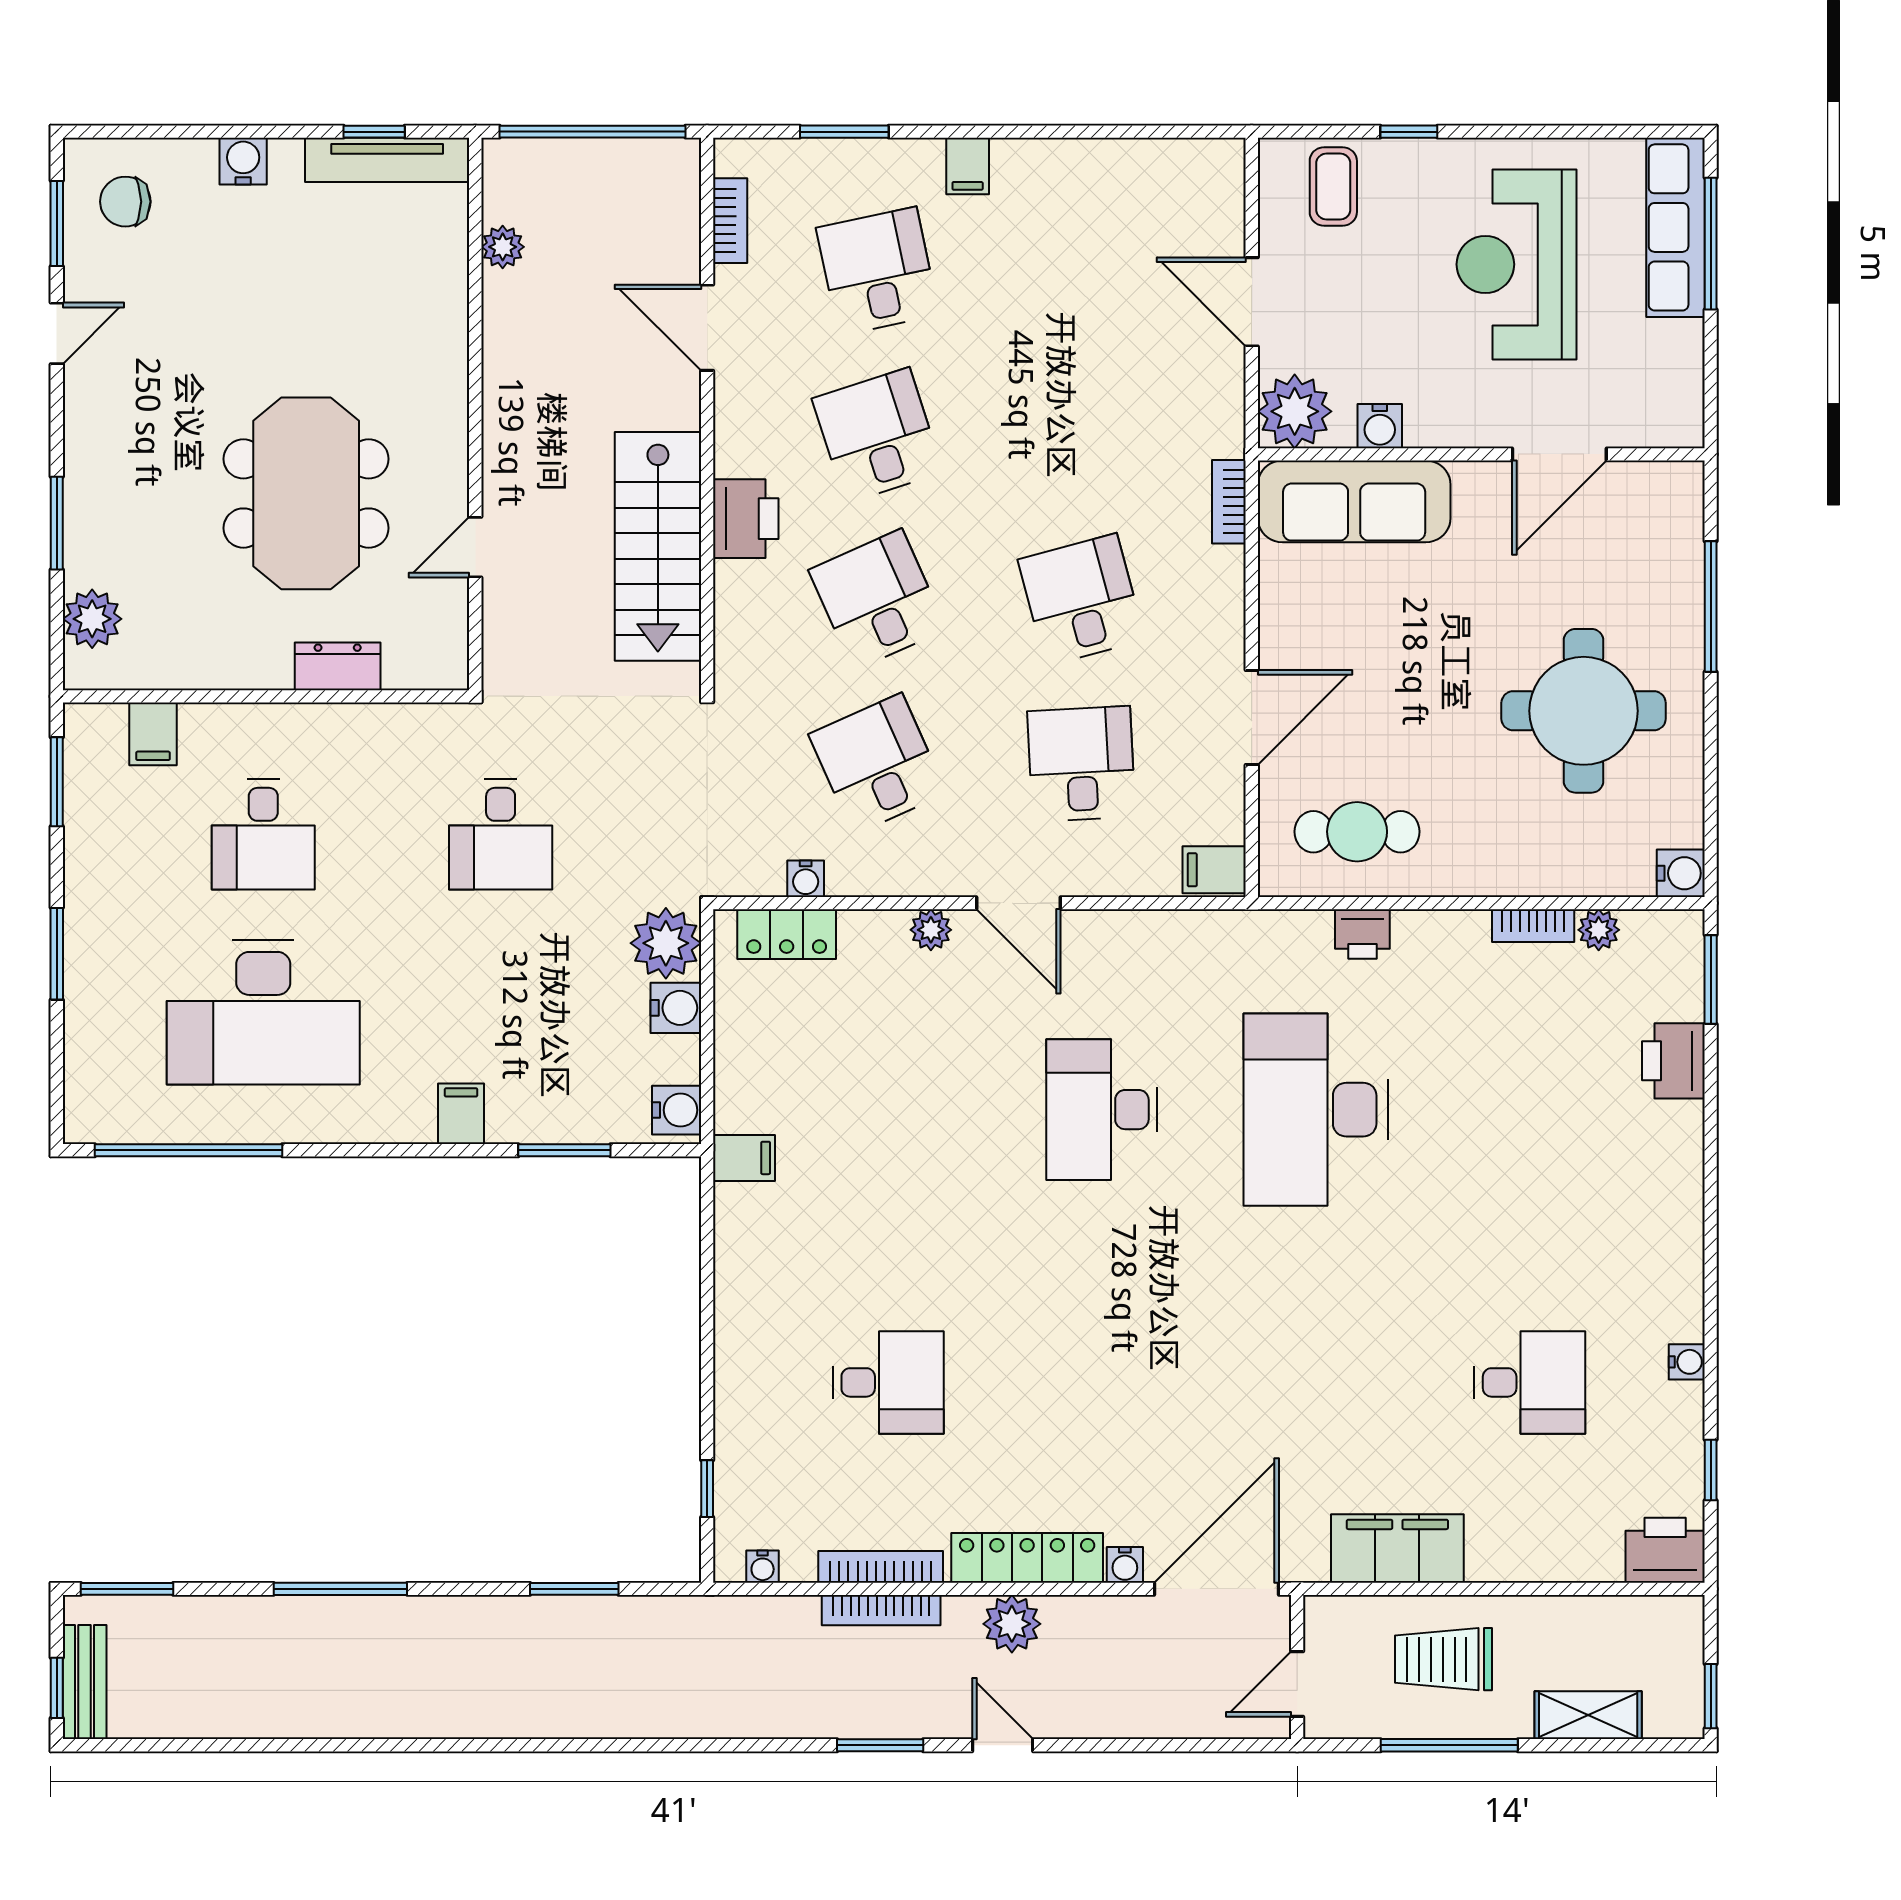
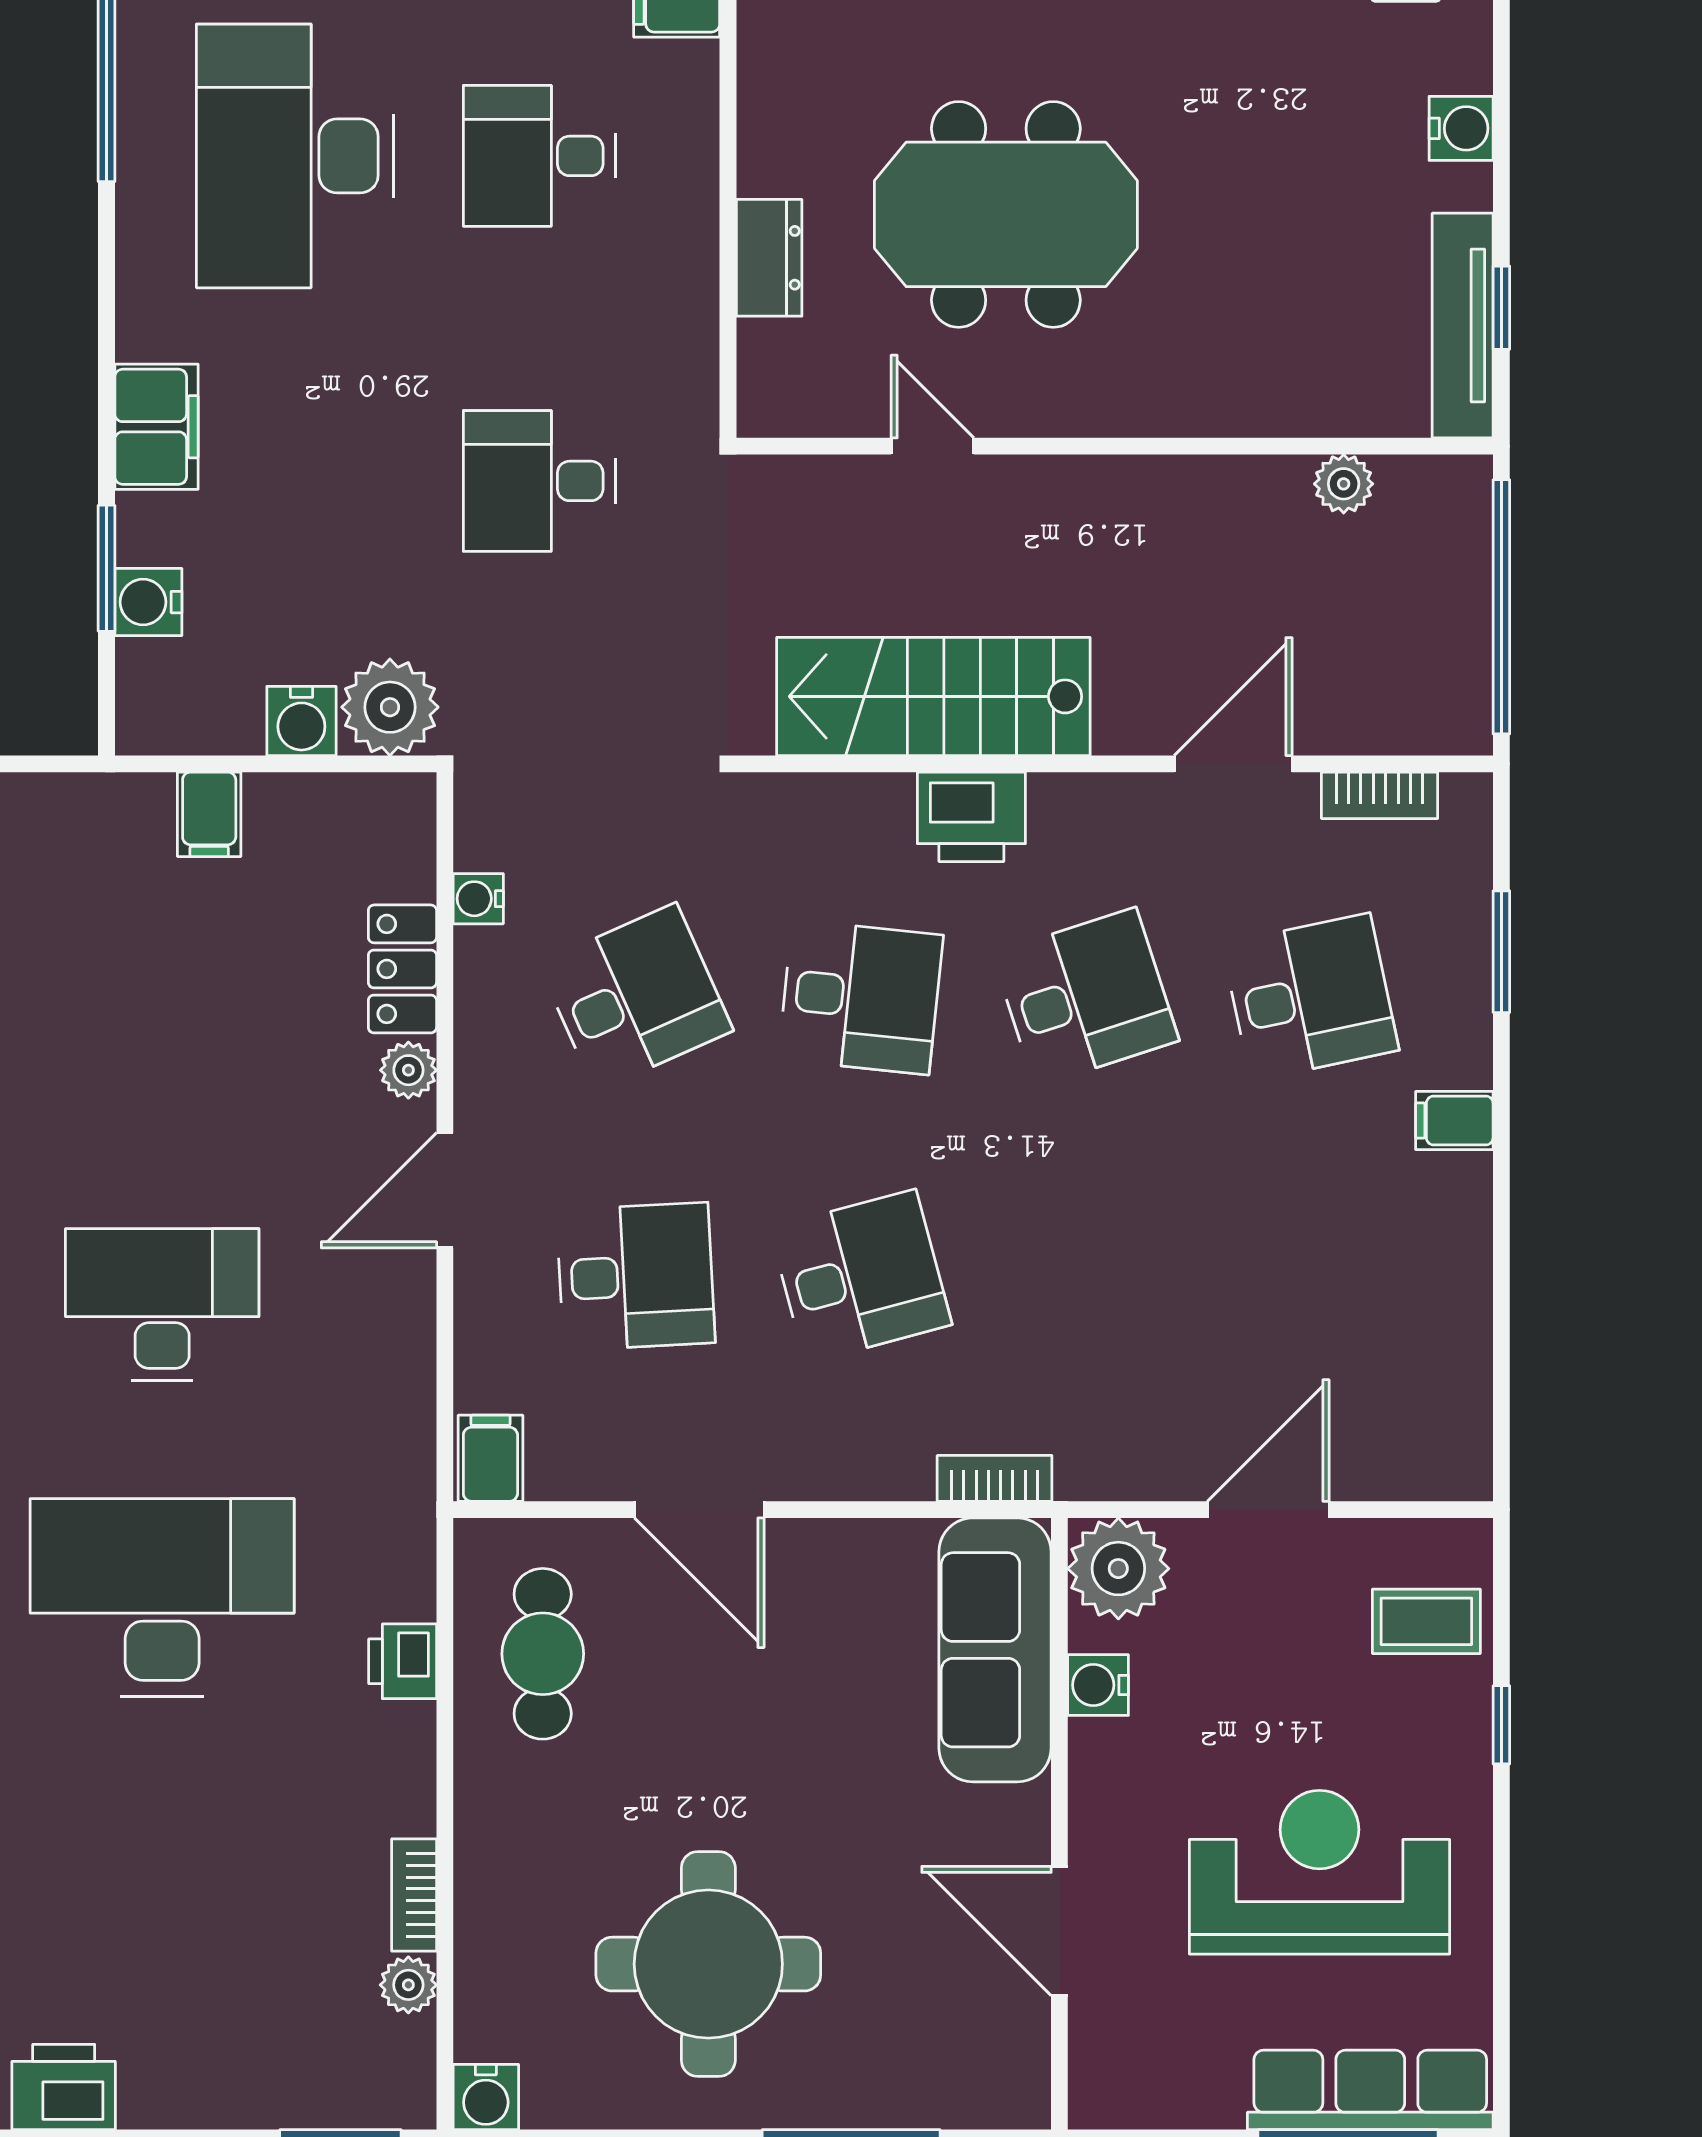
desk: (877, 600) -> (861, 997), turned 30
locker: (787, 934) -> (402, 969), moved
printer: (1673, 1061) -> (64, 2087), moved
water cooler: (677, 1110) -> (148, 602), moved, turned 90
filing cabinet: (461, 1114) -> (156, 427), width x2.00
filing cabinet: (744, 1158) -> (209, 814), moved

